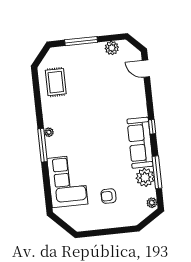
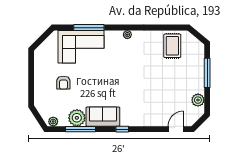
rug: (56, 82) -> (172, 46), turned 90
sofa: (140, 143) -> (103, 117), width x0.73
window: (43, 145) -> (89, 28), moved
armchair: (109, 196) -> (63, 83), turned 180

